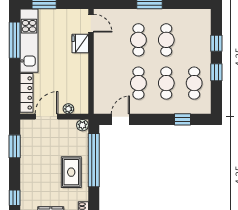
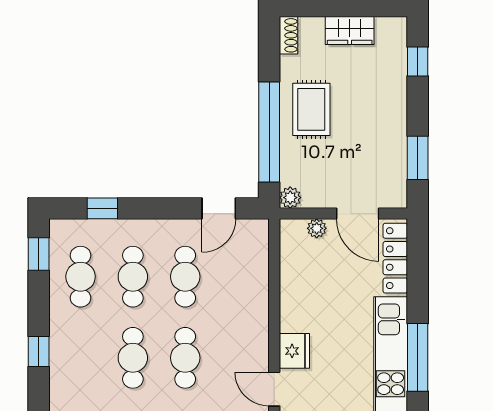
window: (216, 72) -> (39, 254), moved
door: (47, 117) -> (358, 214), hinge flipped

